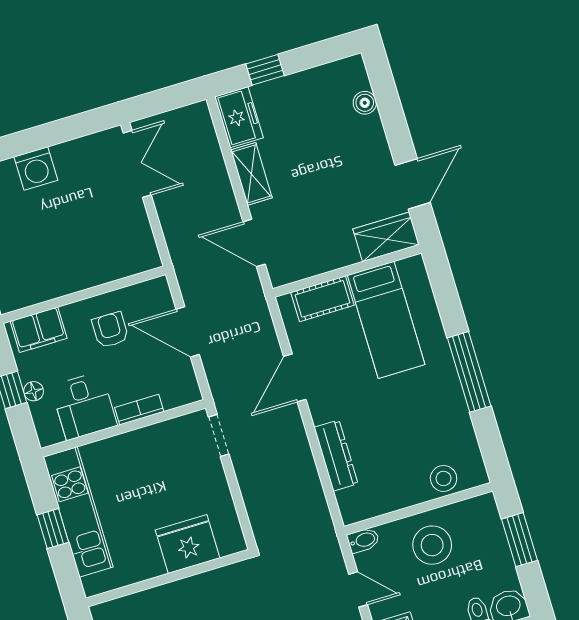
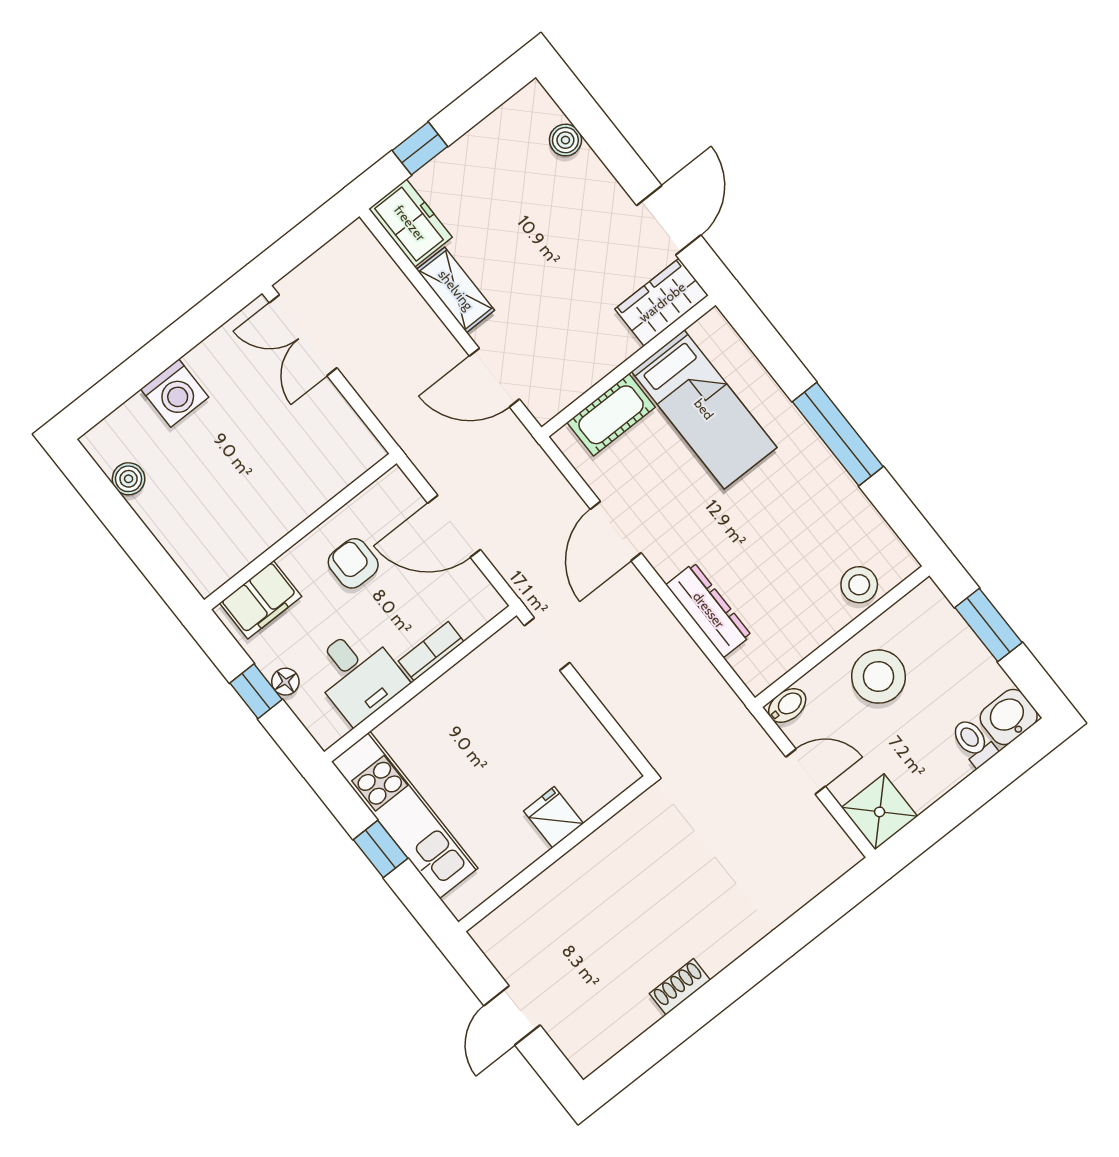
double door: (137, 164) -> (303, 335), swing flipped
fridge: (188, 544) -> (554, 817), width x0.53, depth x0.75

